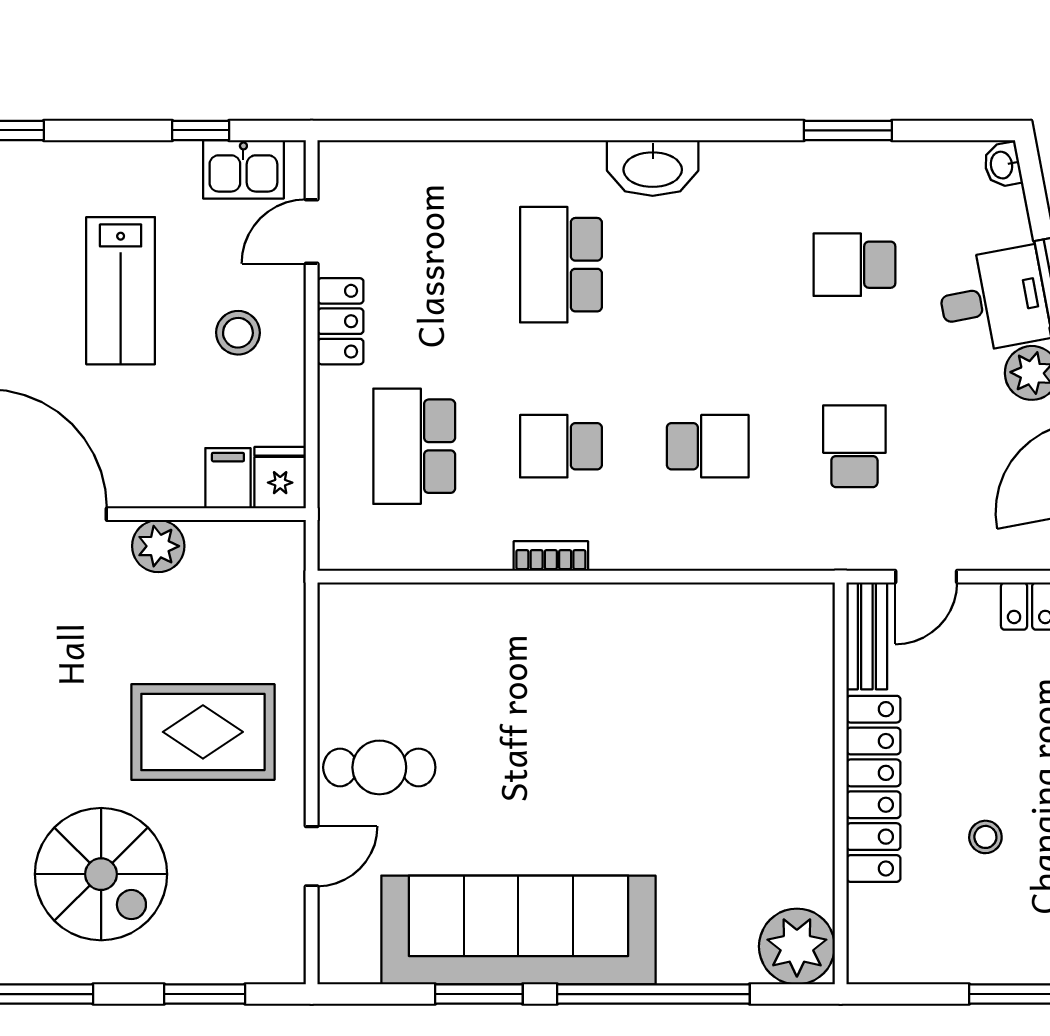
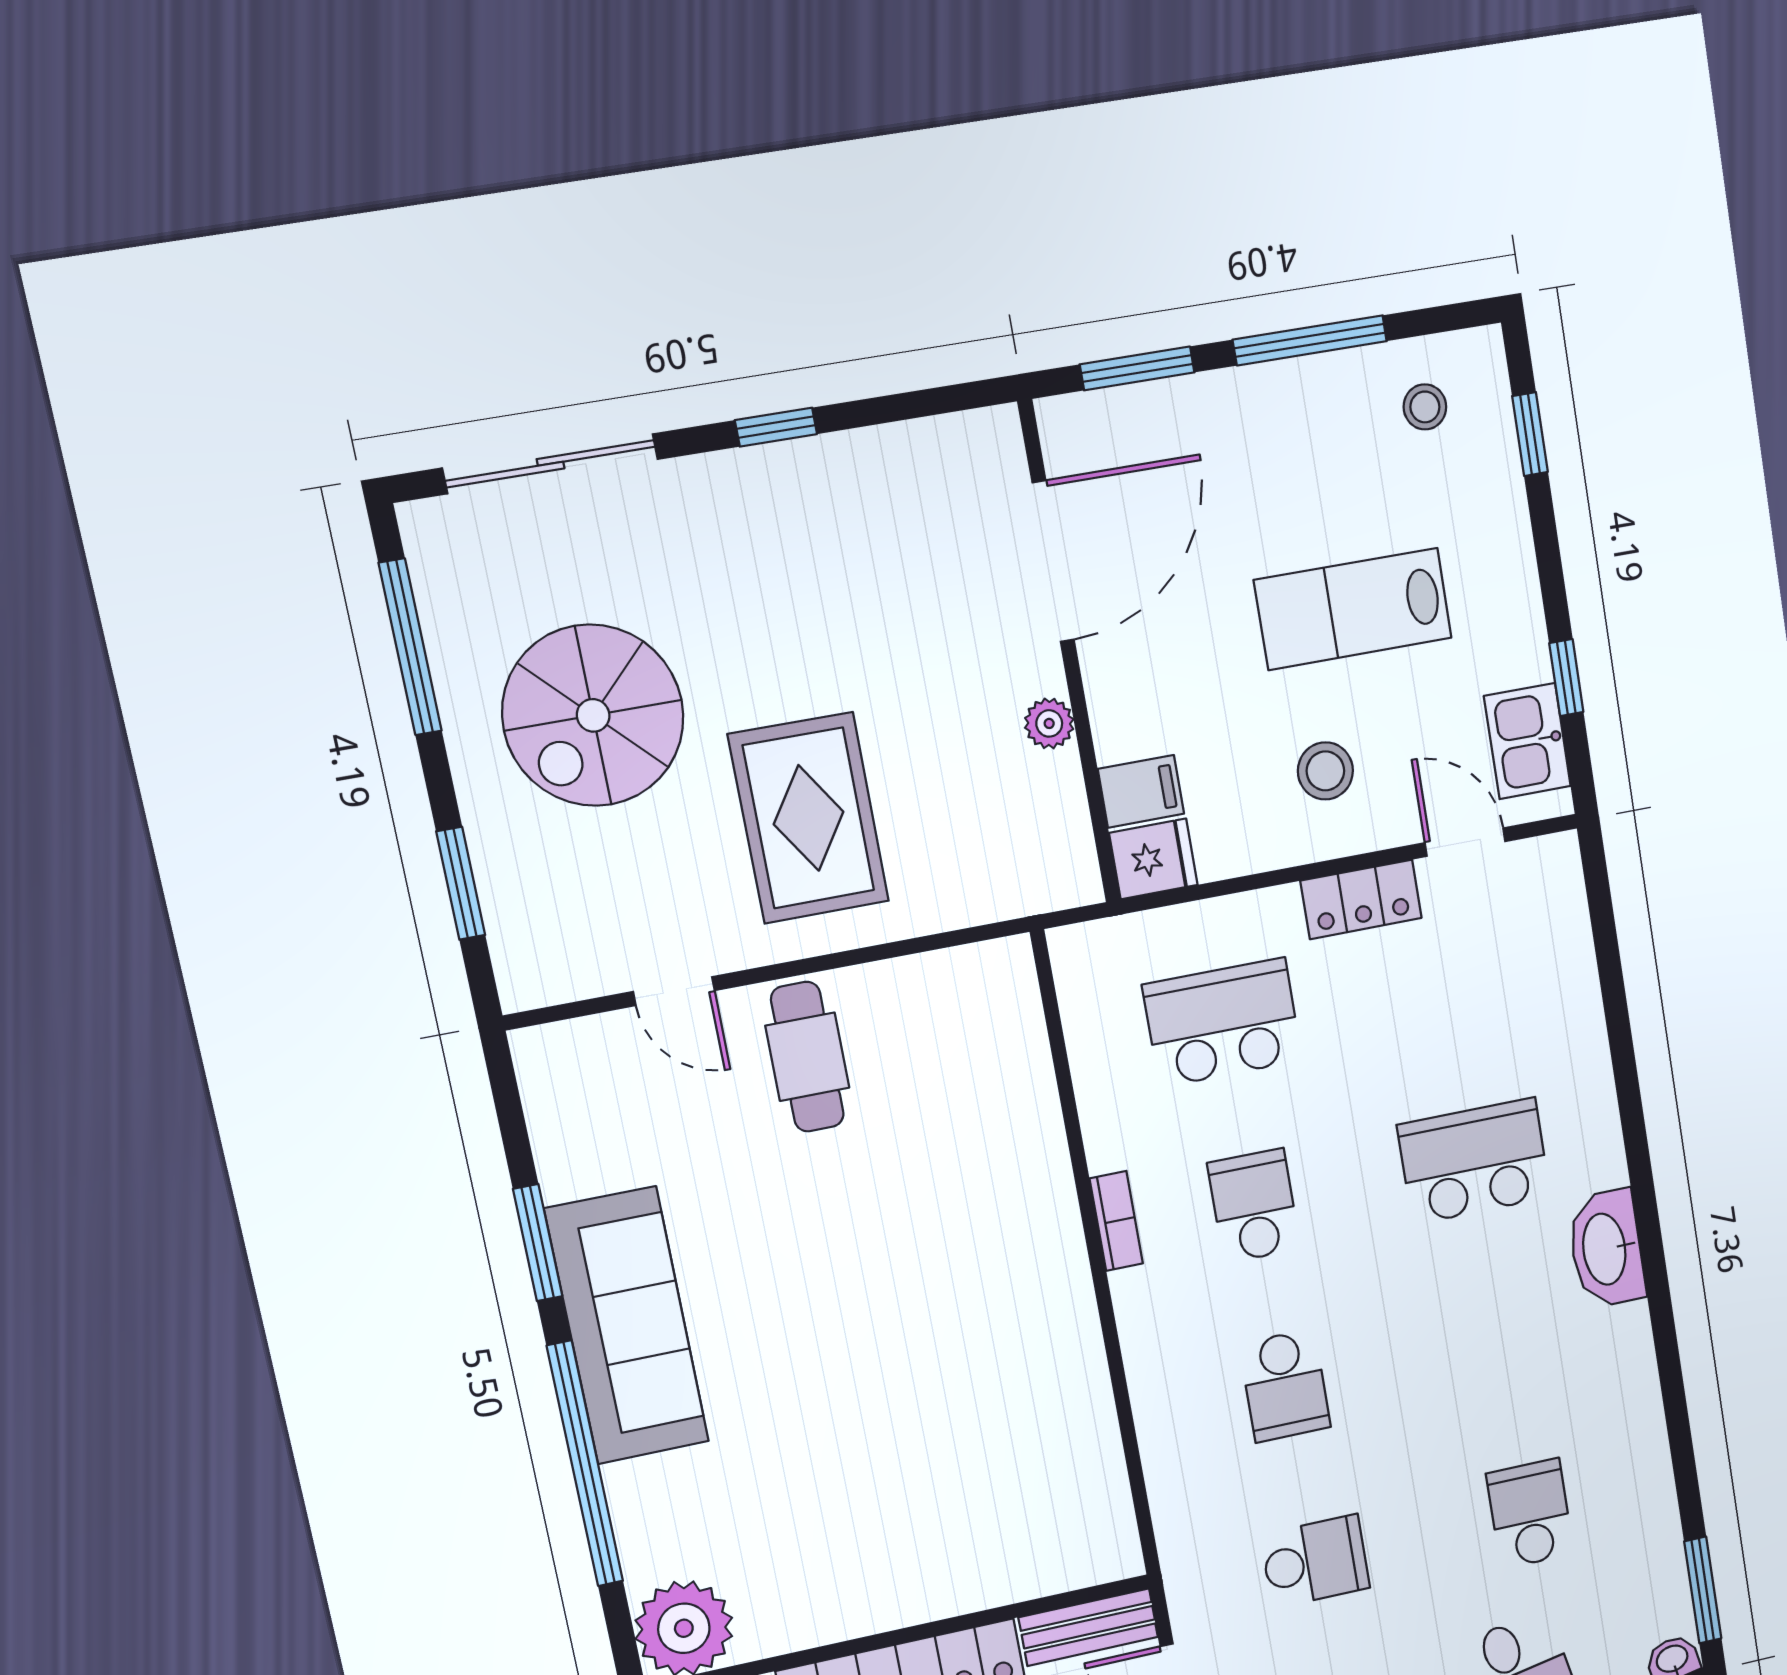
window: (848, 130) -> (1703, 1590), moved
plant: (158, 546) -> (1049, 723), width x0.73, depth x0.73
sofa: (518, 930) -> (627, 1326), width x0.74, depth x0.79

